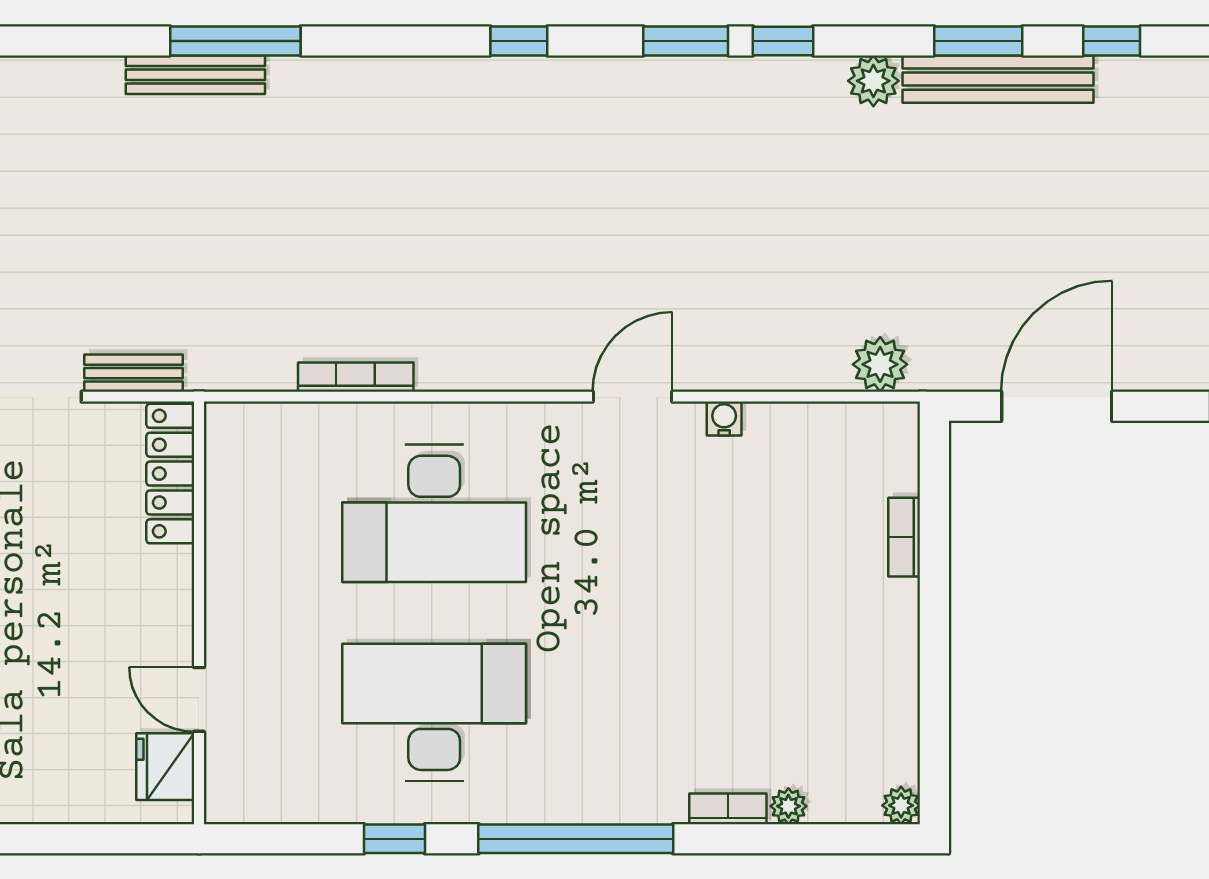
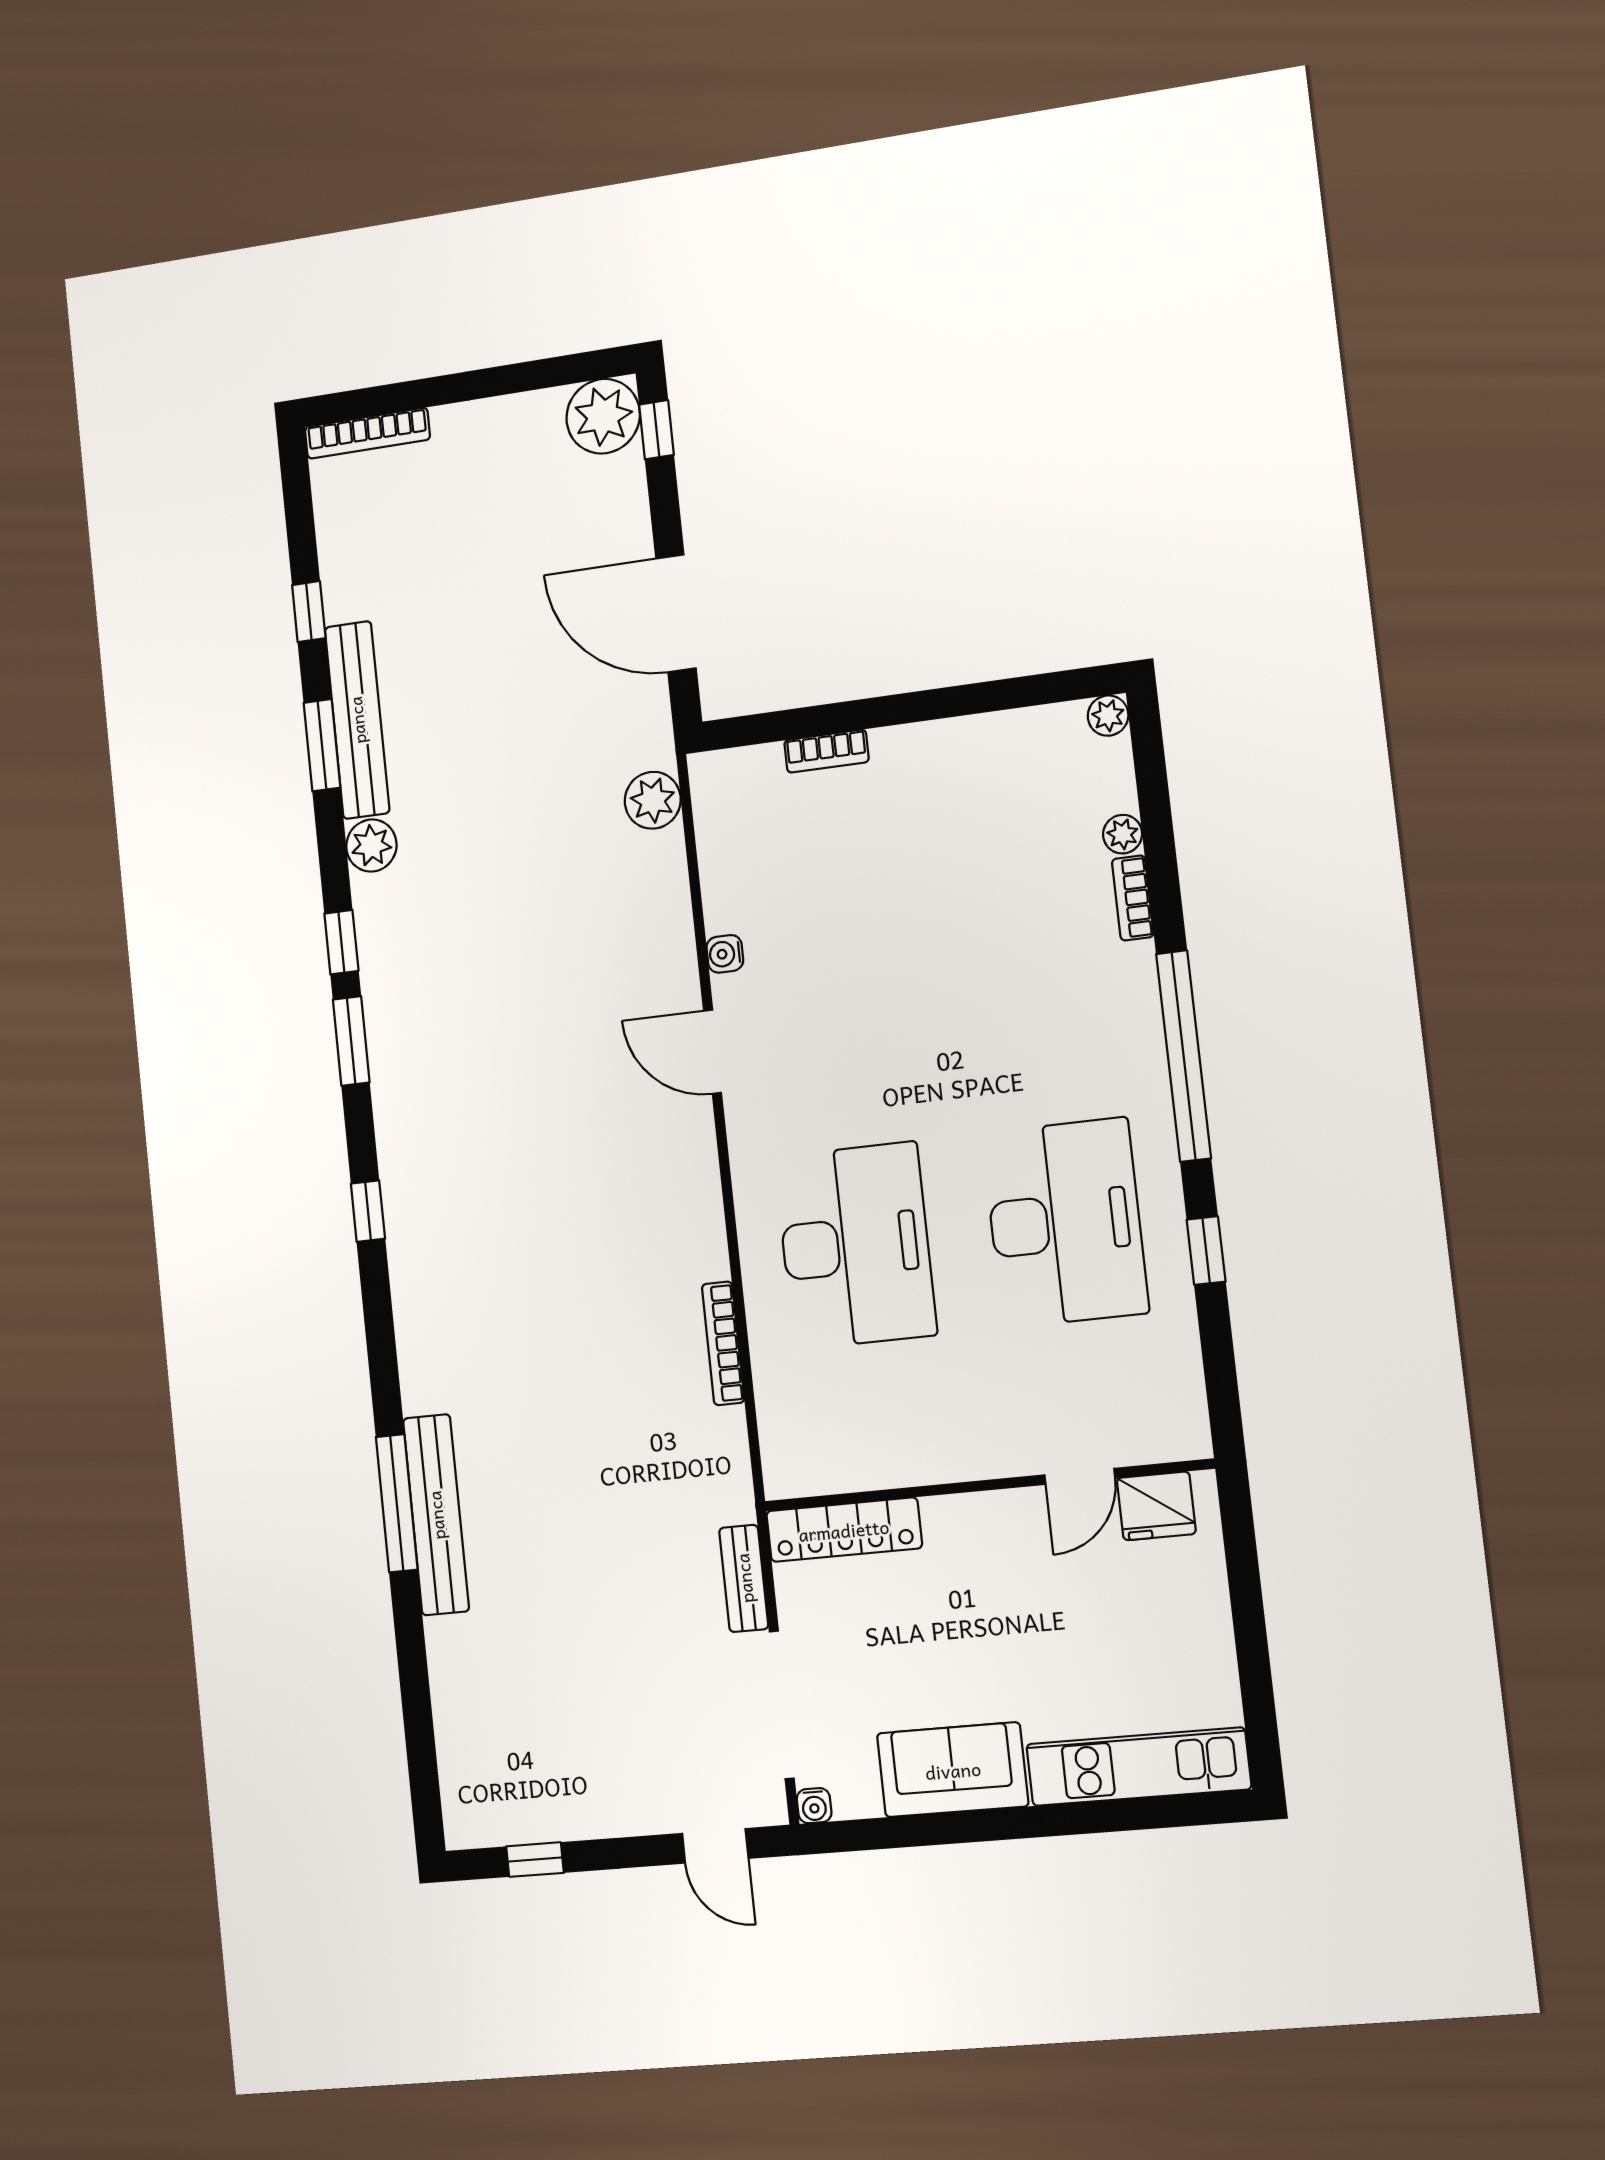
bench: (195, 75) -> (436, 1515), width x1.37, depth x1.21
desk: (434, 712) -> (1065, 1223), turned 180

